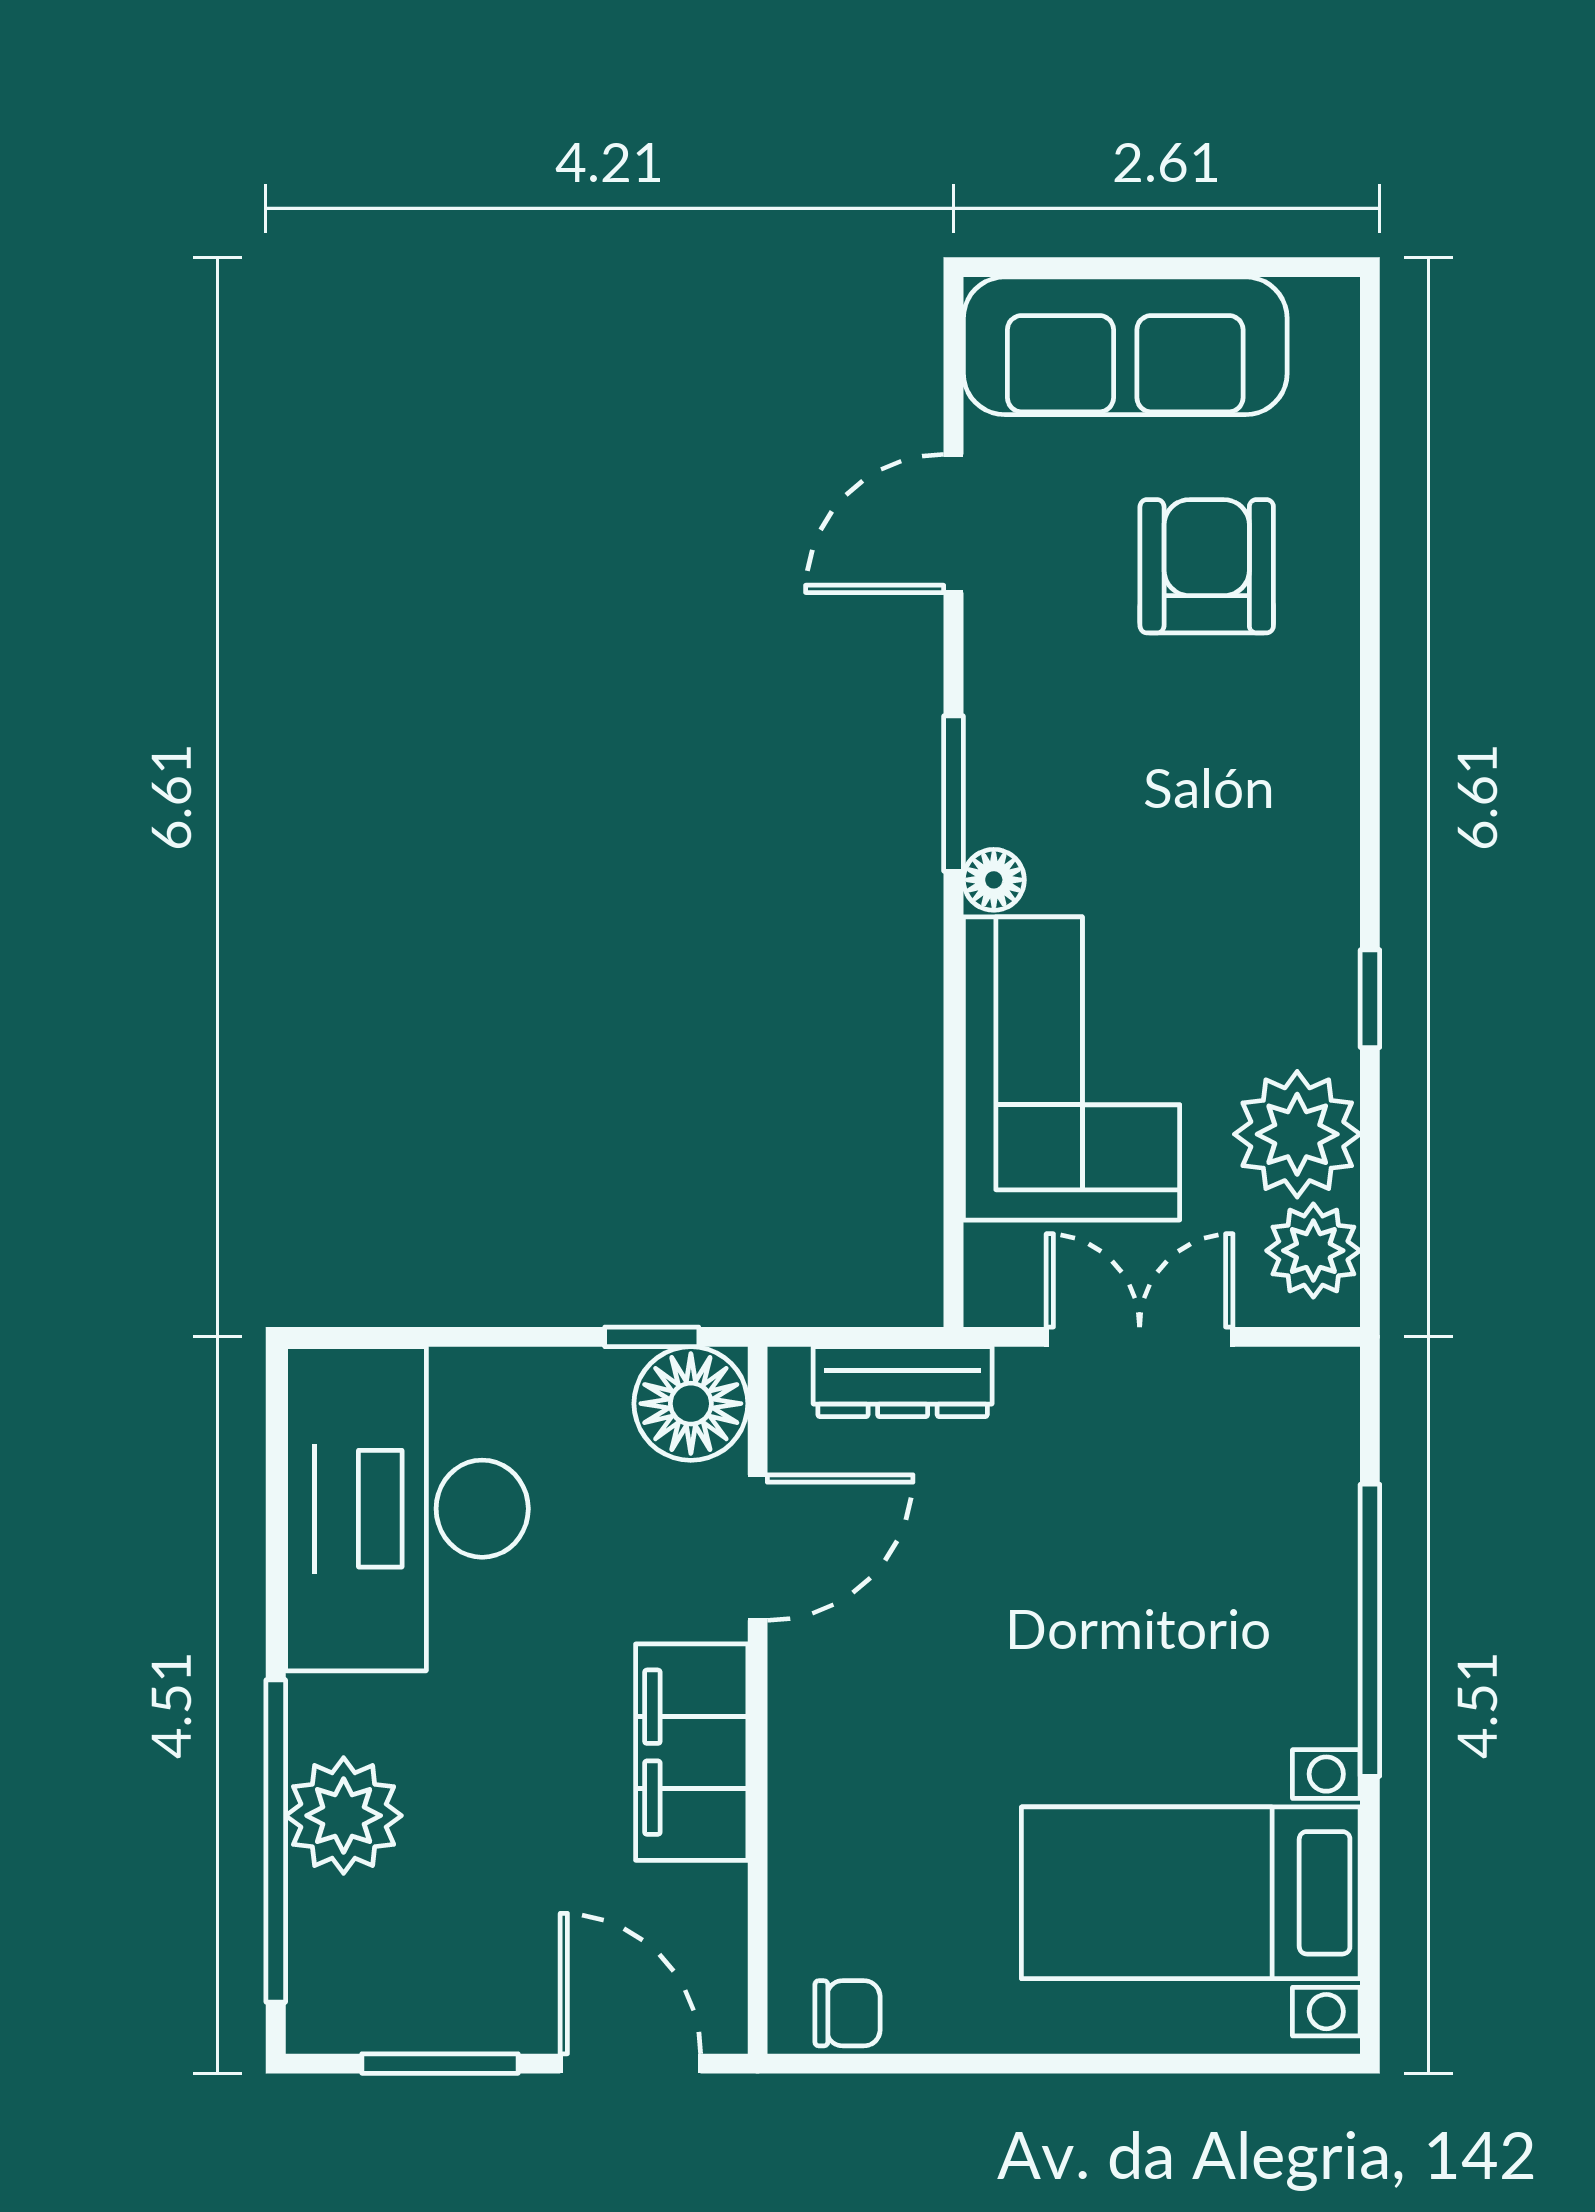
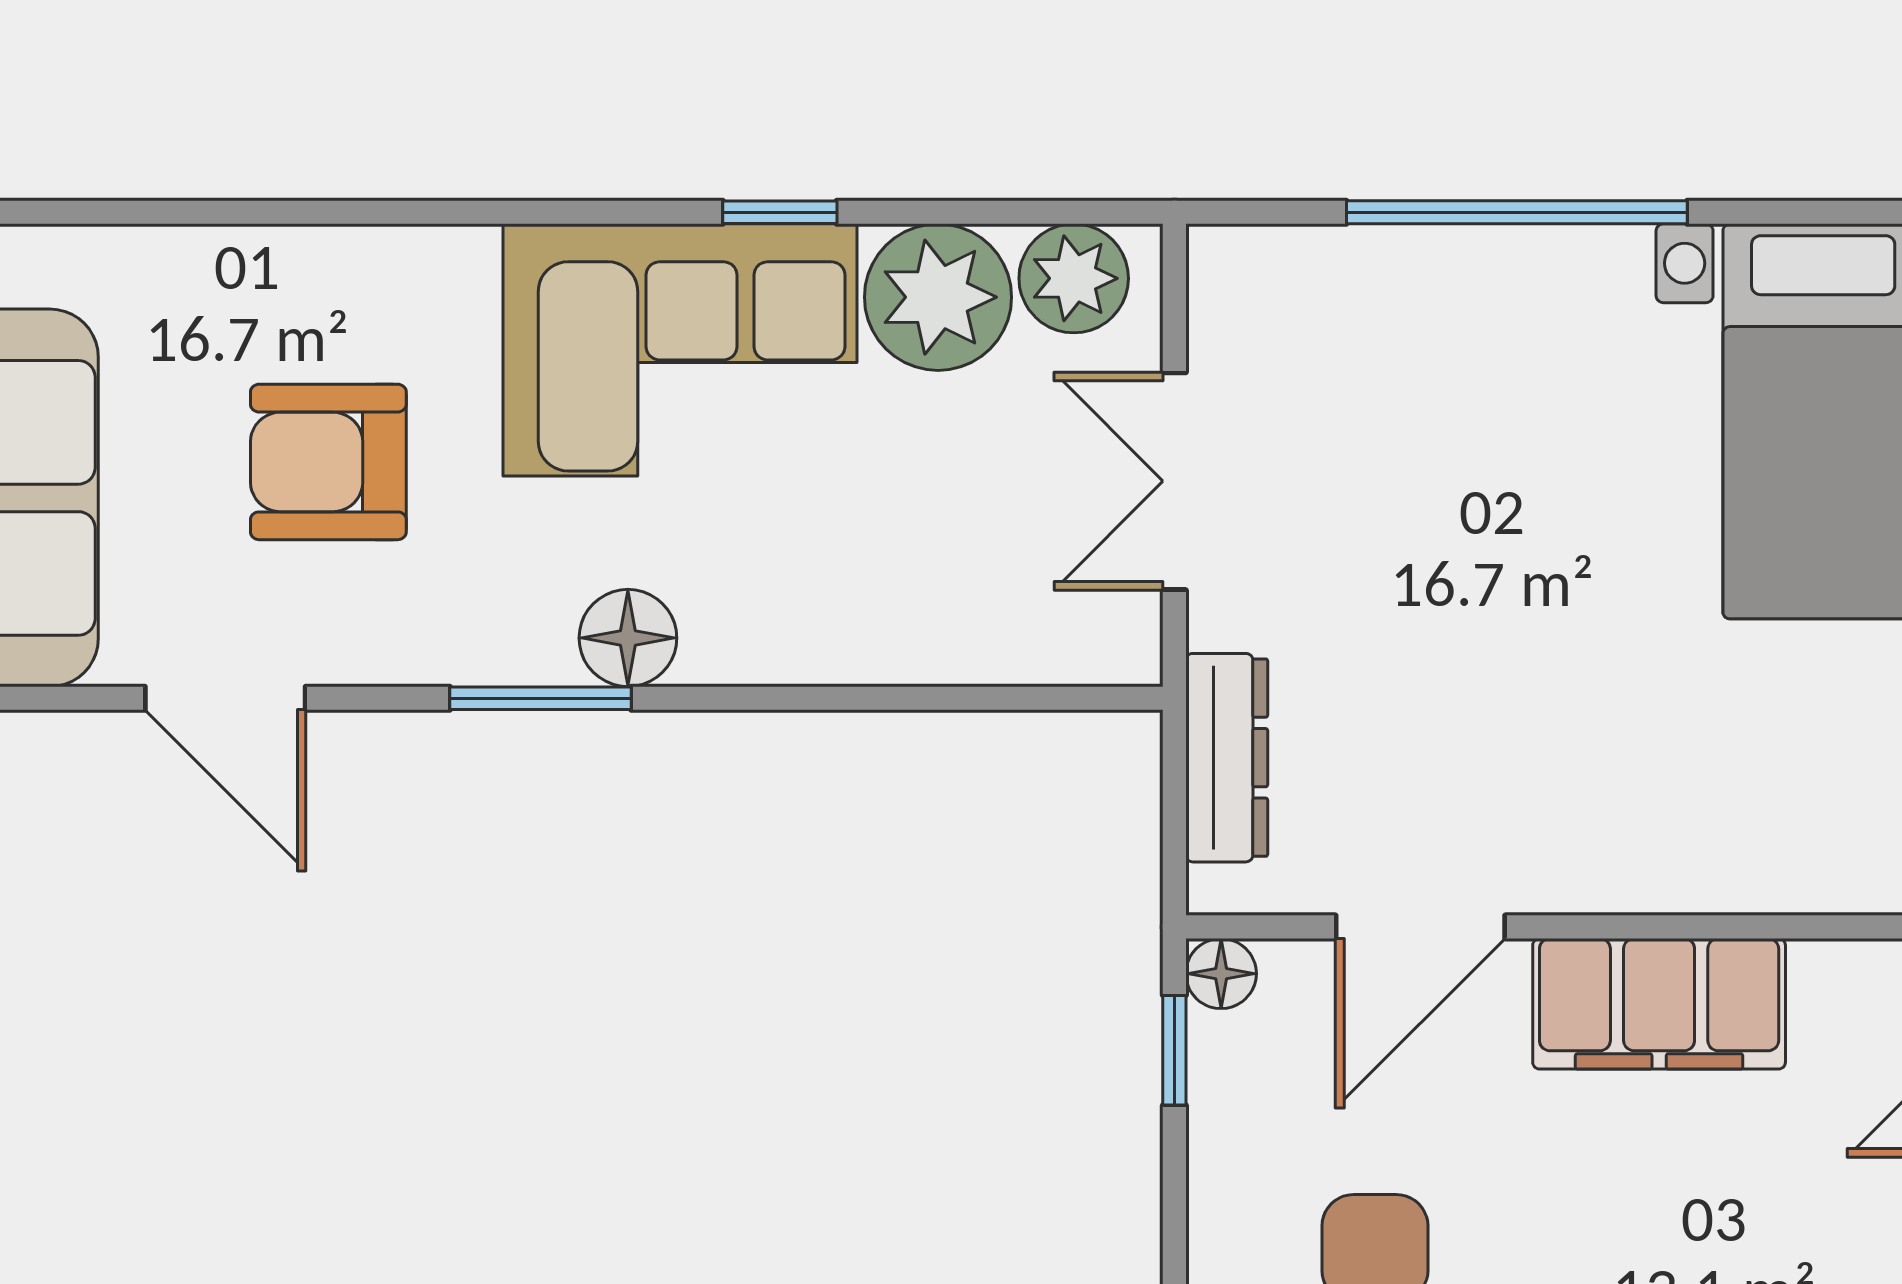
armchair: (1207, 566) -> (328, 462), moved
floor lamp: (994, 880) -> (628, 638), width x1.37, depth x1.37
corner sofa: (1072, 1068) -> (680, 350), moved, turned 180
floor lamp: (691, 1404) -> (1221, 974), width x0.53, depth x0.53
door: (758, 1548) -> (1420, 927), swing flipped

